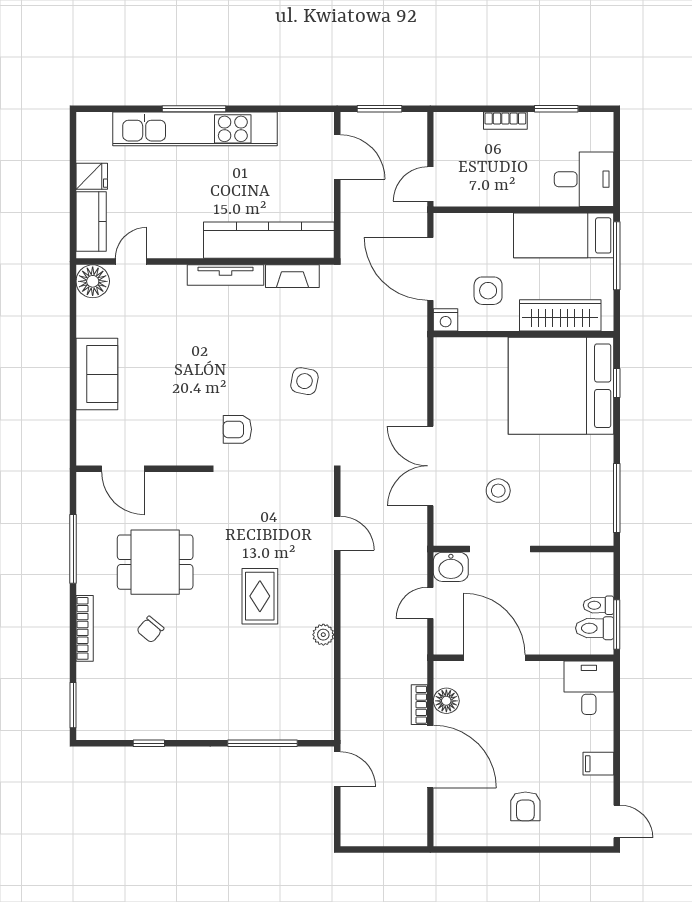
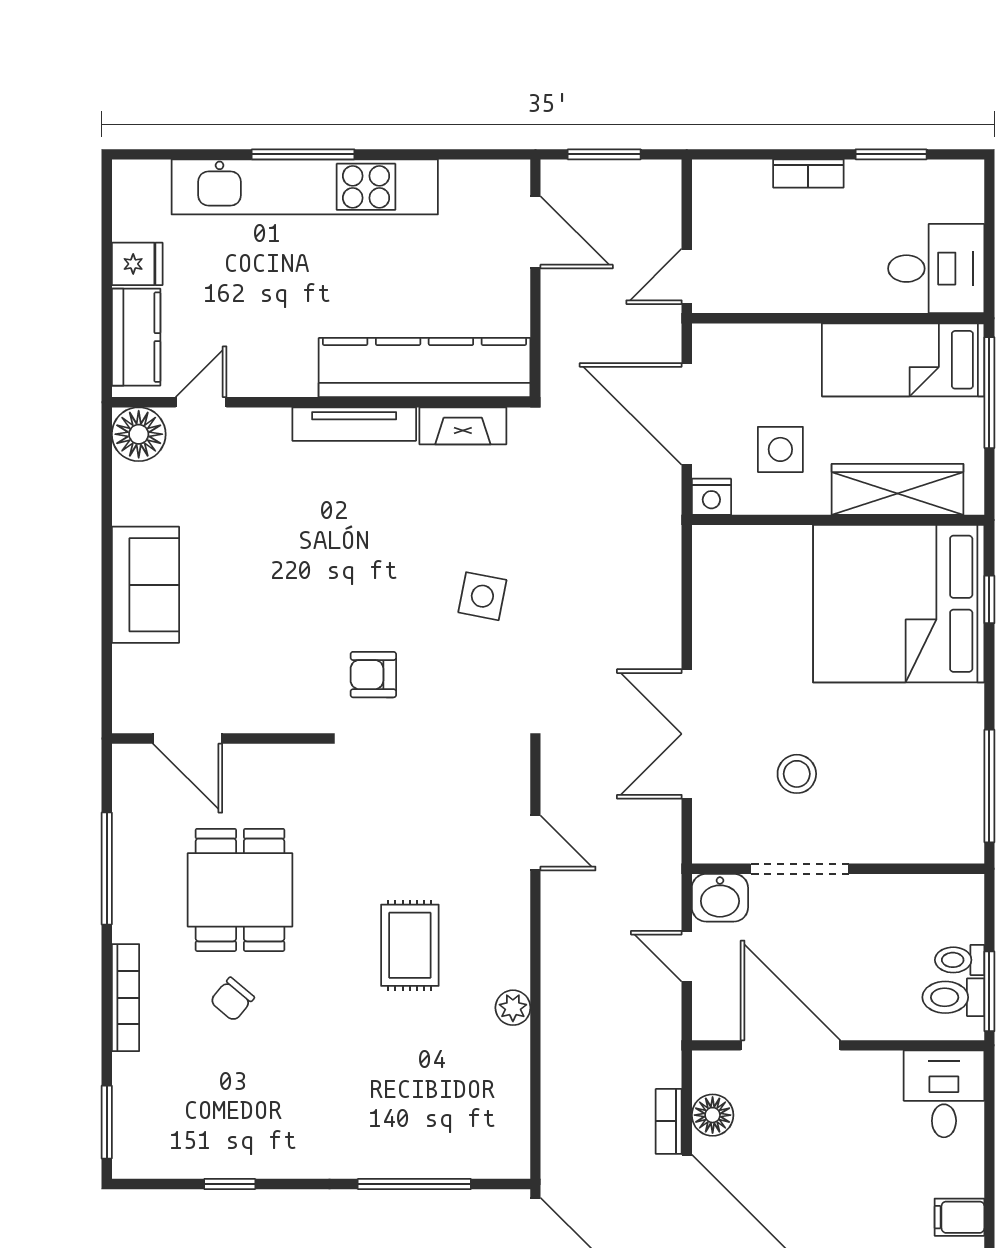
dining table: (155, 562) -> (240, 890), turned 90
door: (430, 603) -> (687, 956), hinge flipped

